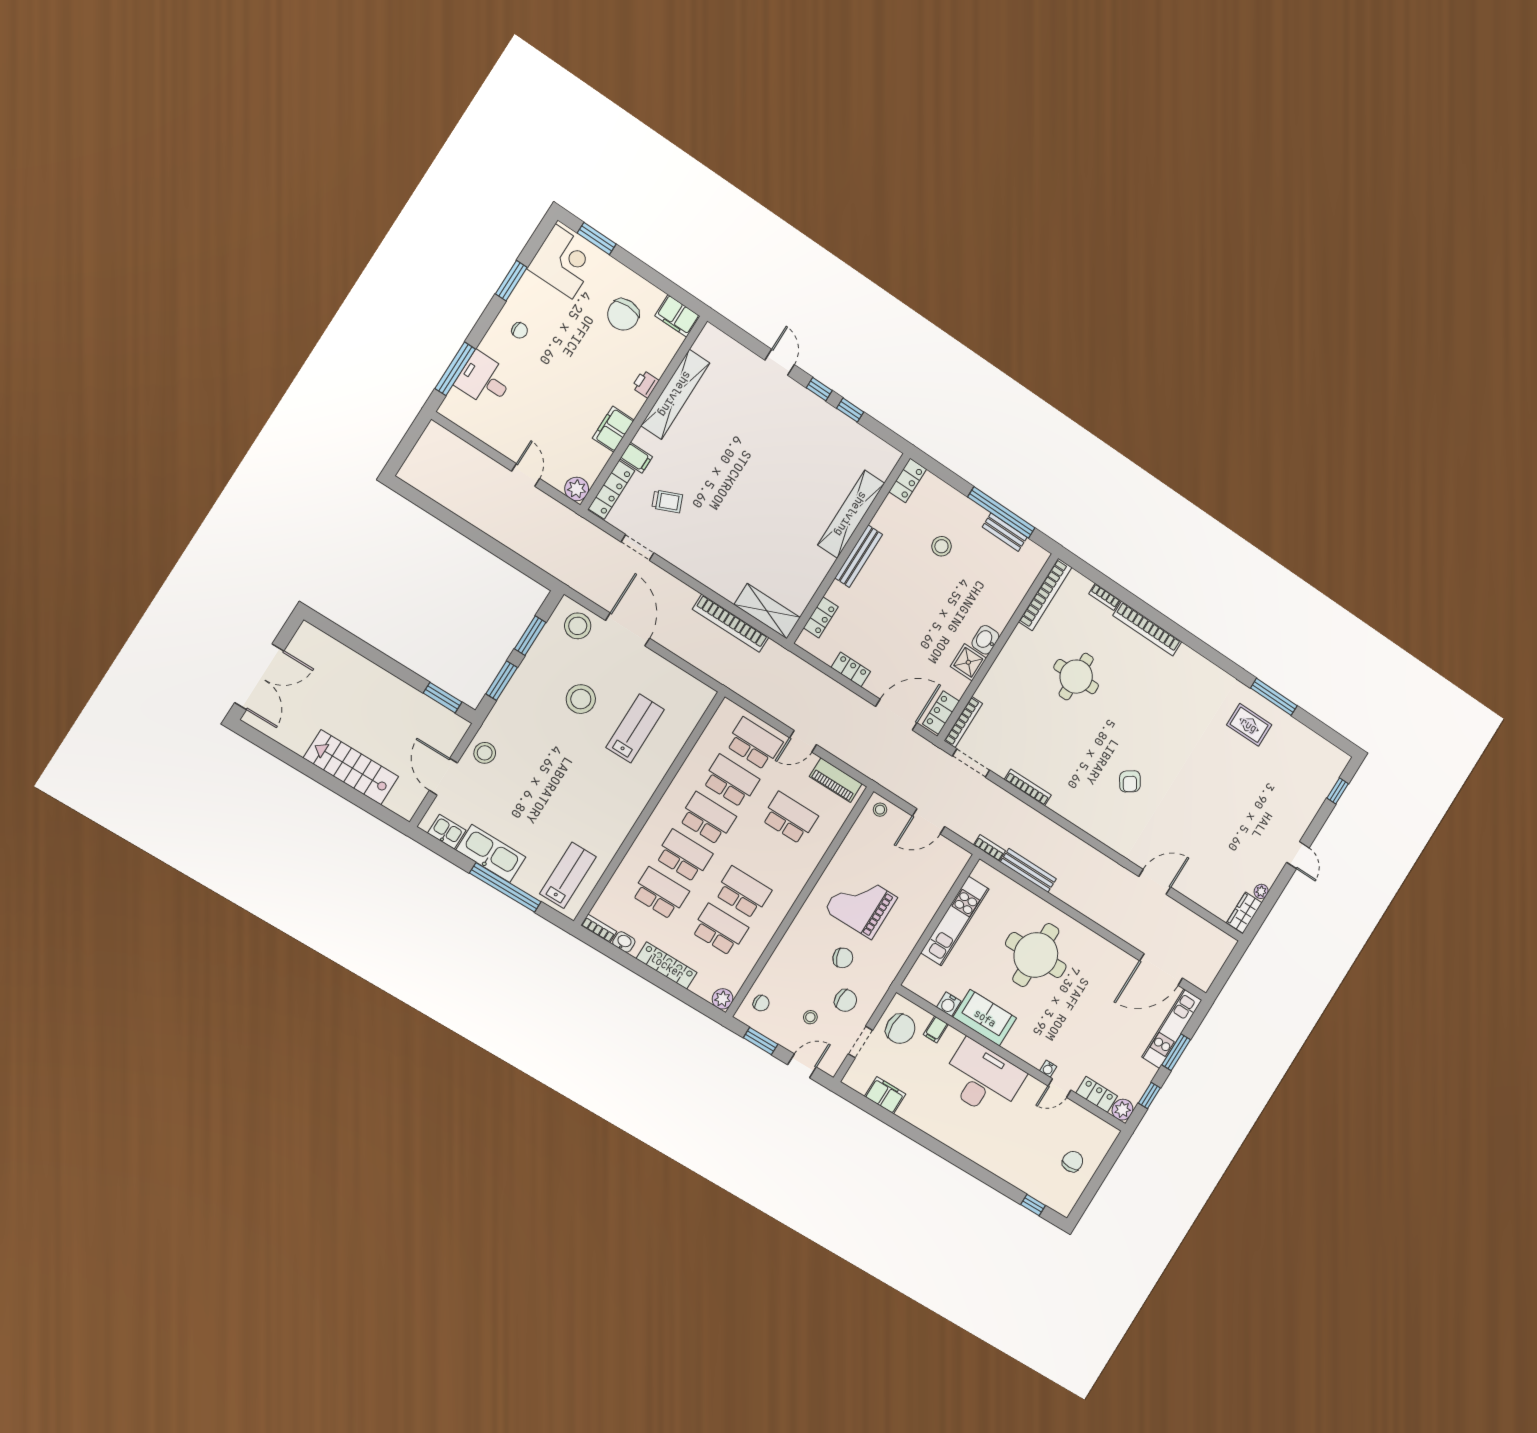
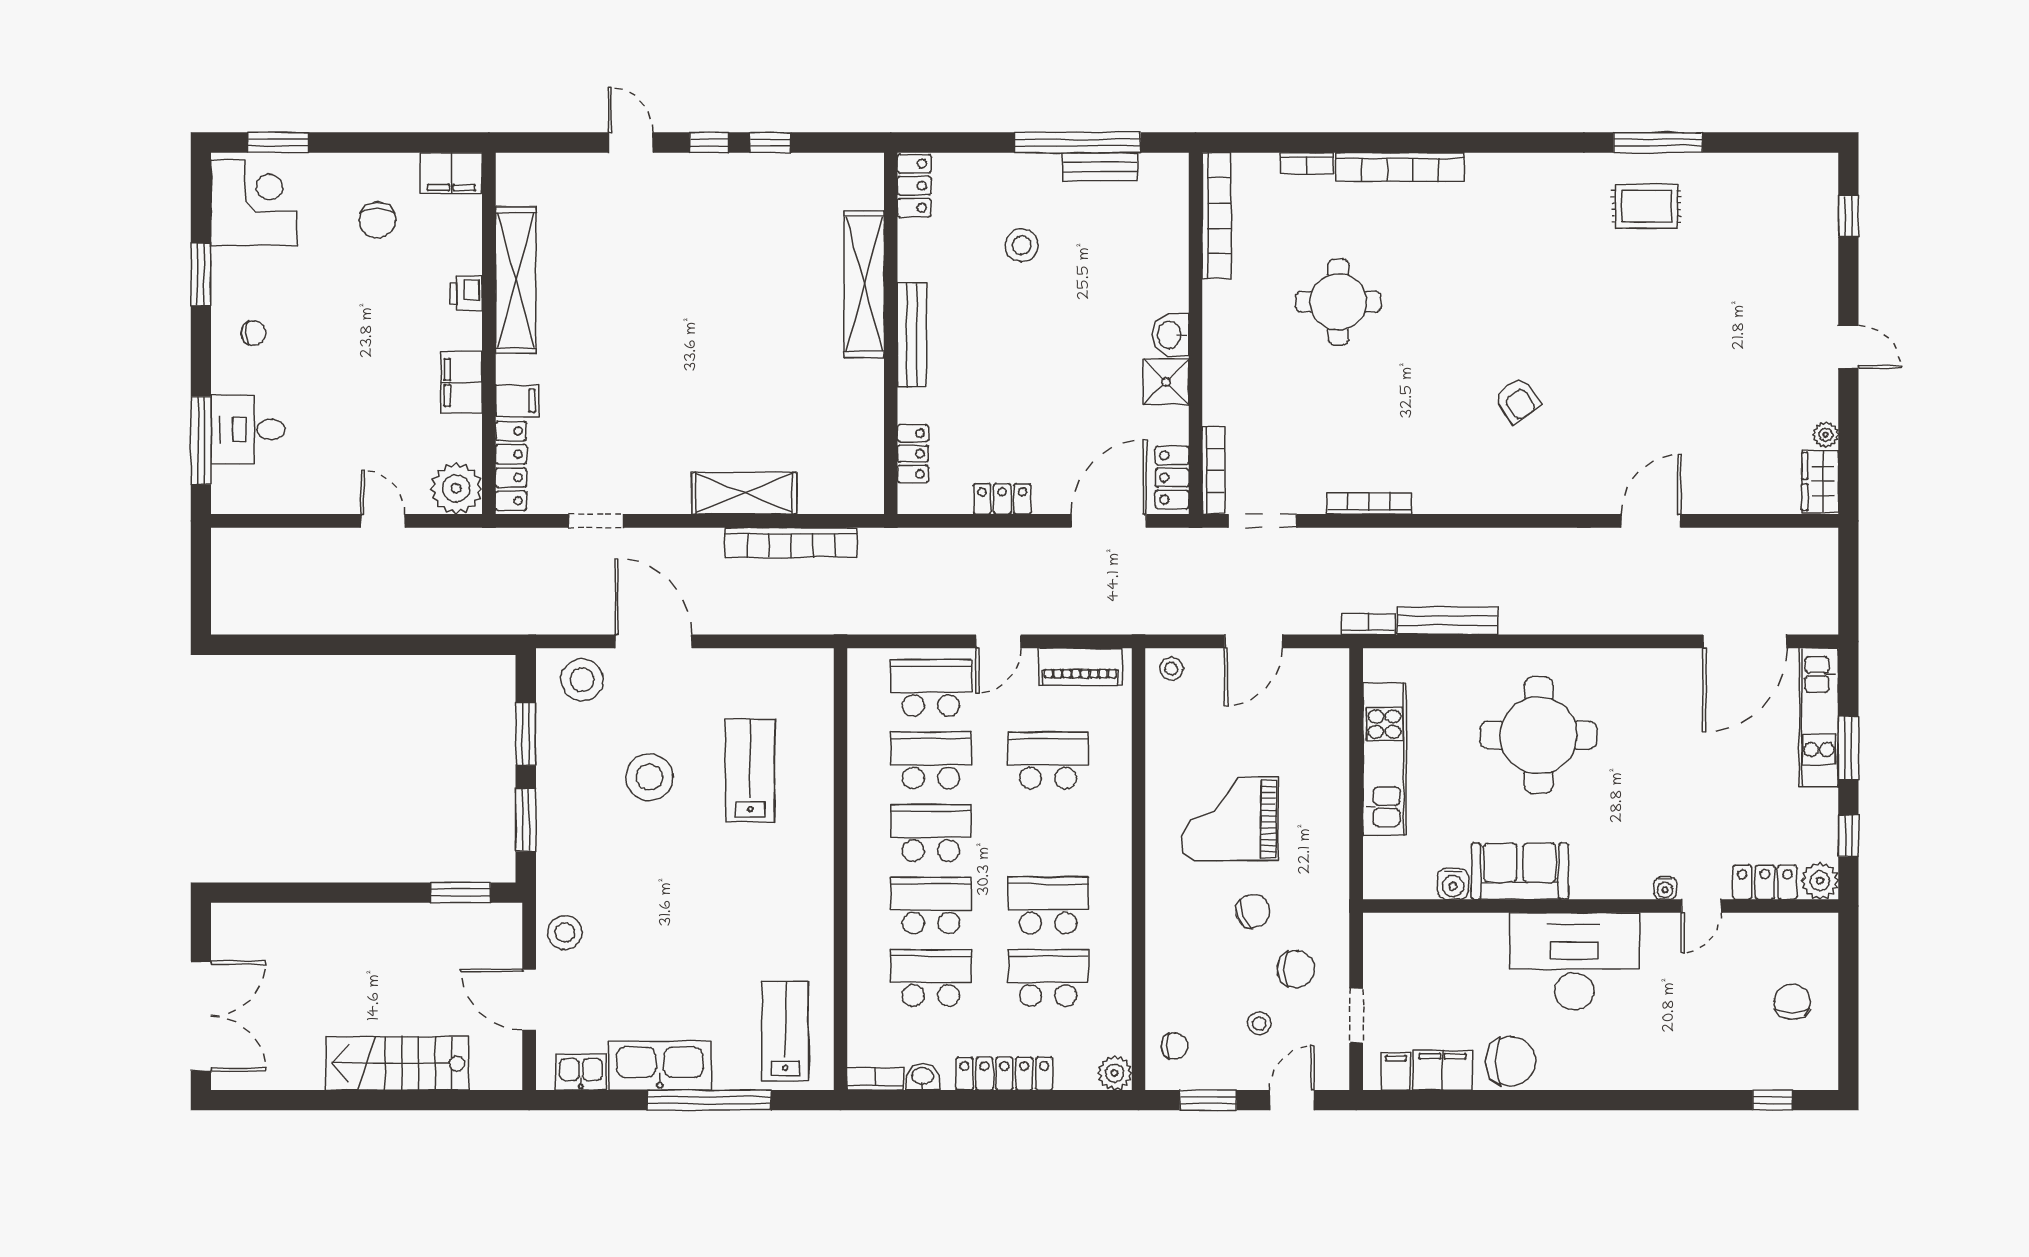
chair: (623, 315) -> (377, 220), width x0.73, depth x0.73
plant: (577, 489) -> (456, 488), width x1.36, depth x1.36
trolley: (667, 501) -> (597, 432), removed
shelving: (767, 611) -> (744, 493), moved
chair: (900, 1029) -> (1511, 1061), moved
filing cabinet: (936, 1029) -> (1396, 1071), moved, turned 180

